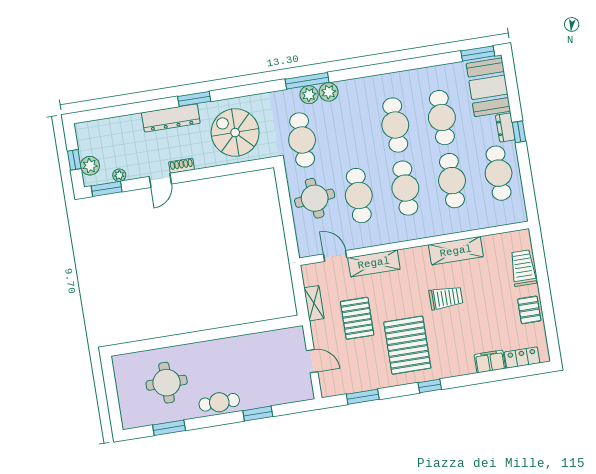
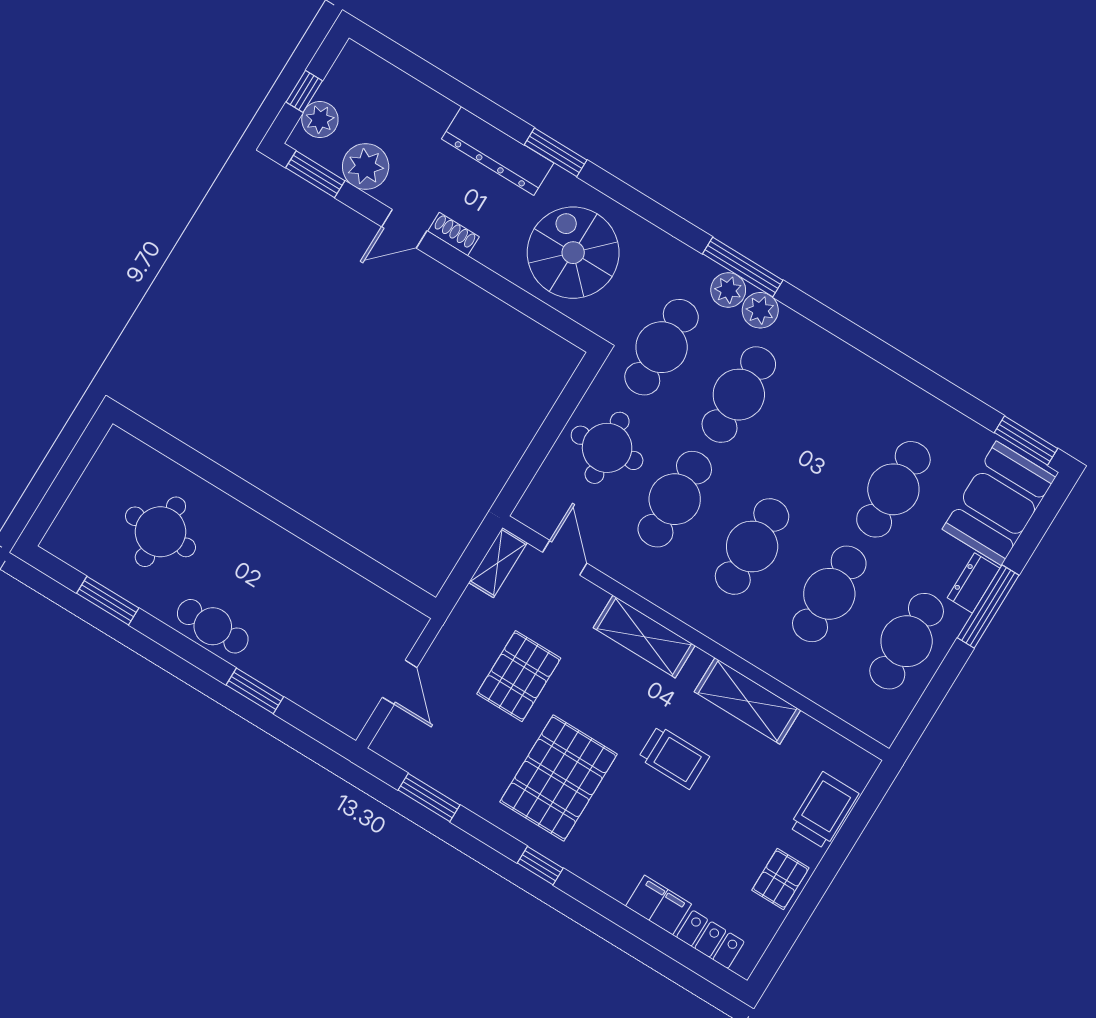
cafe table: (395, 125) -> (739, 395), moved
window: (519, 132) -> (988, 607), width x2.17
plant: (119, 175) -> (366, 166), width x1.88, depth x1.88
shelving: (374, 263) -> (644, 637), moved
shelving: (314, 303) -> (498, 563), moved

